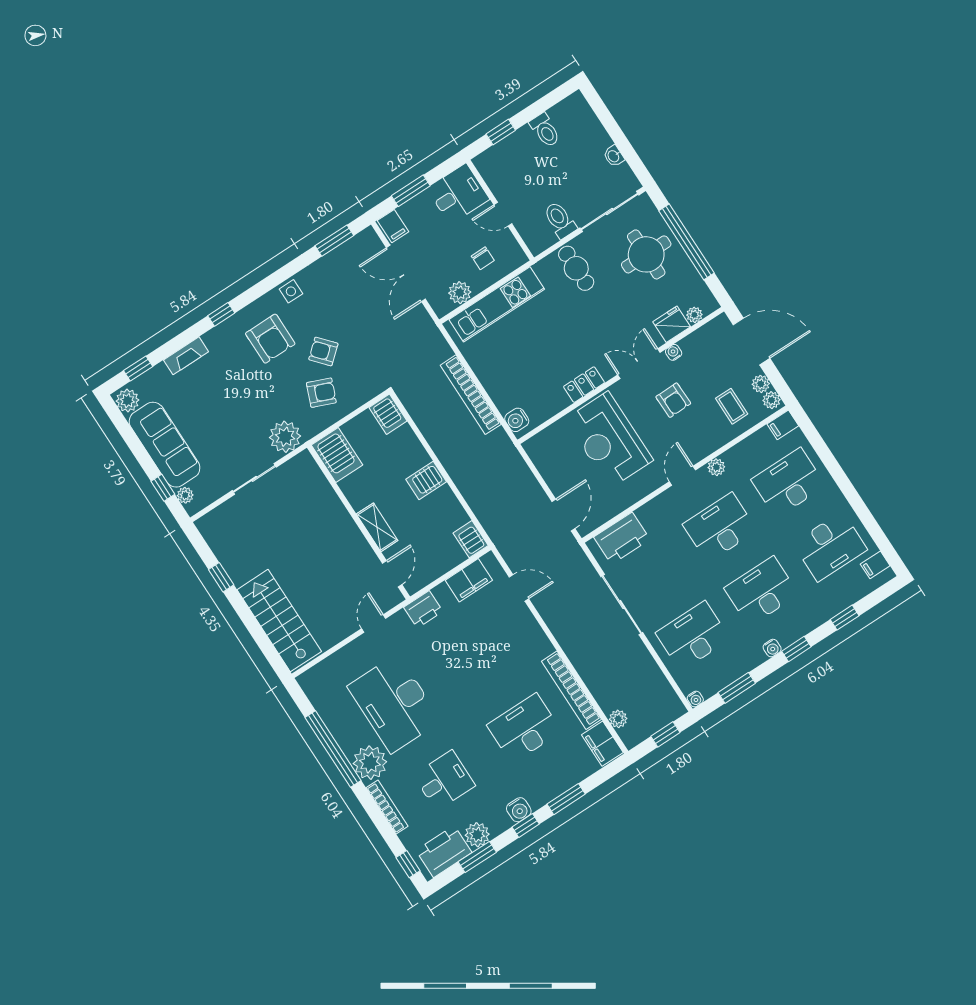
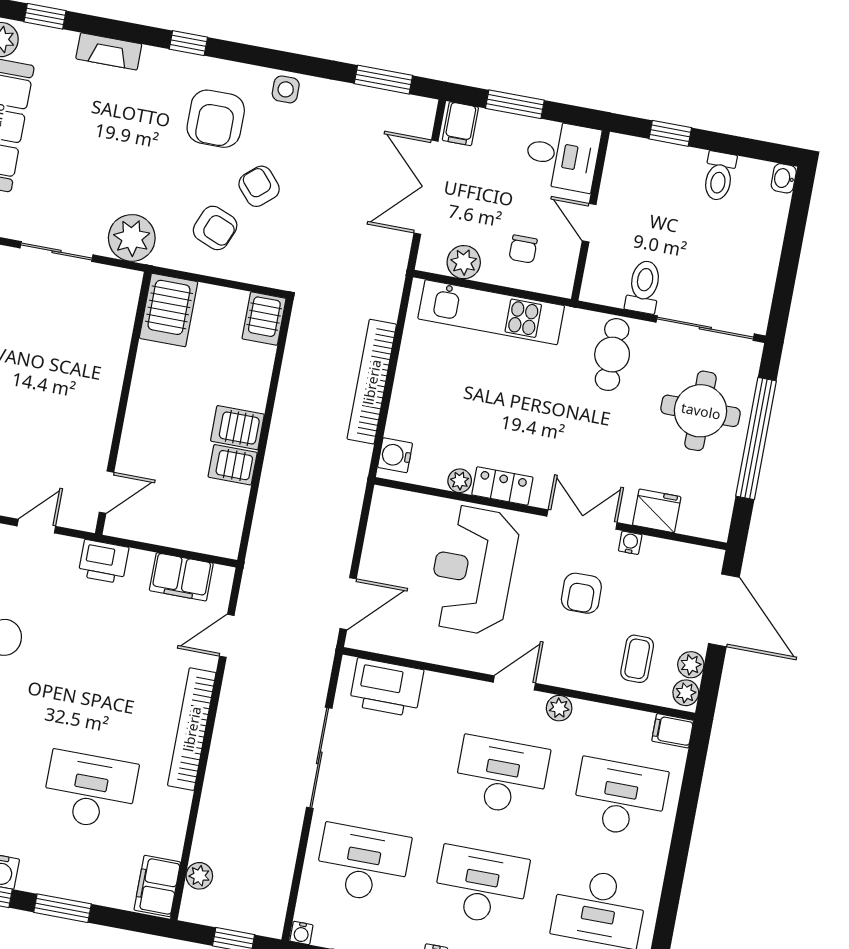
washbasin: (614, 156) -> (784, 178), moved
plant: (694, 315) -> (460, 481), moved
shelving: (377, 527) -> (138, 428), removed
server rack: (471, 539) -> (233, 465), moved, turned -90
door: (519, 588) -> (227, 636), swing flipped
bookcase: (572, 690) -> (192, 729), moved

